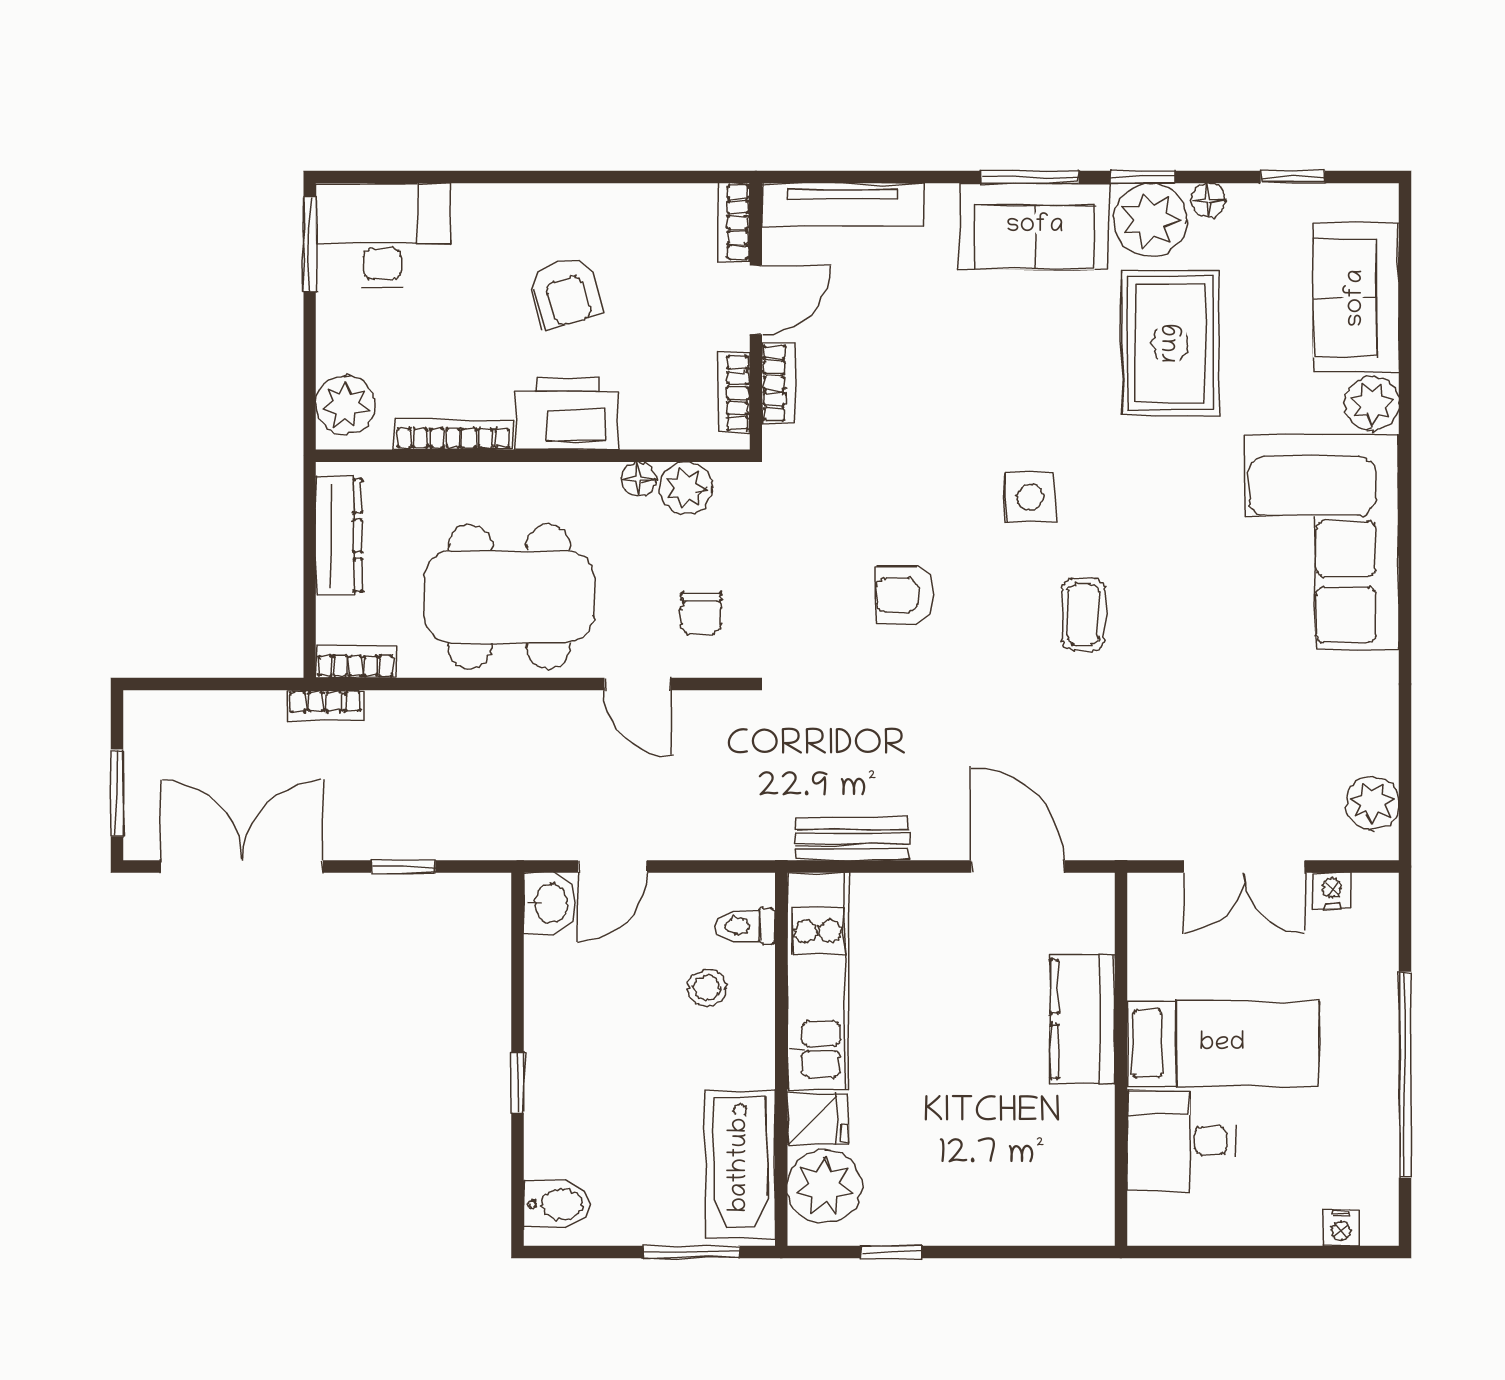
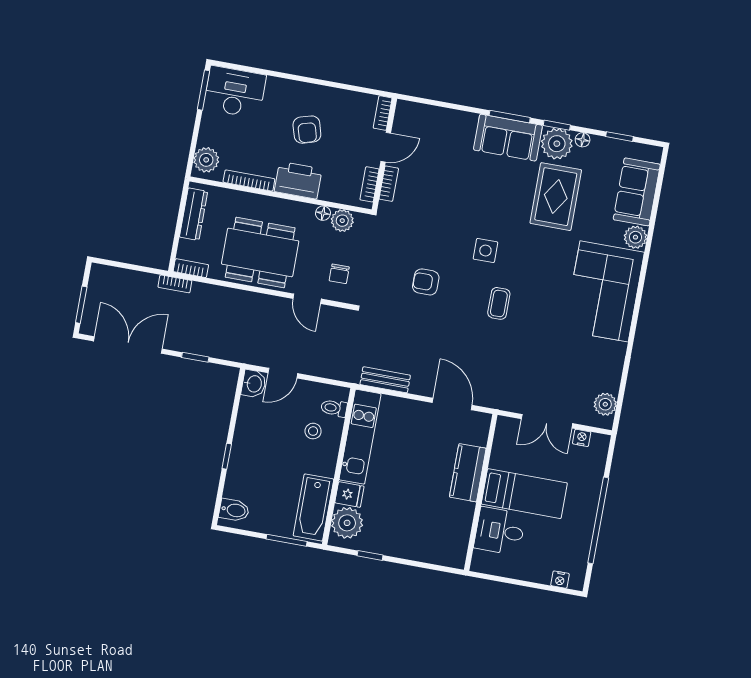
tv unit: (843, 205) -> (429, 114), removed

